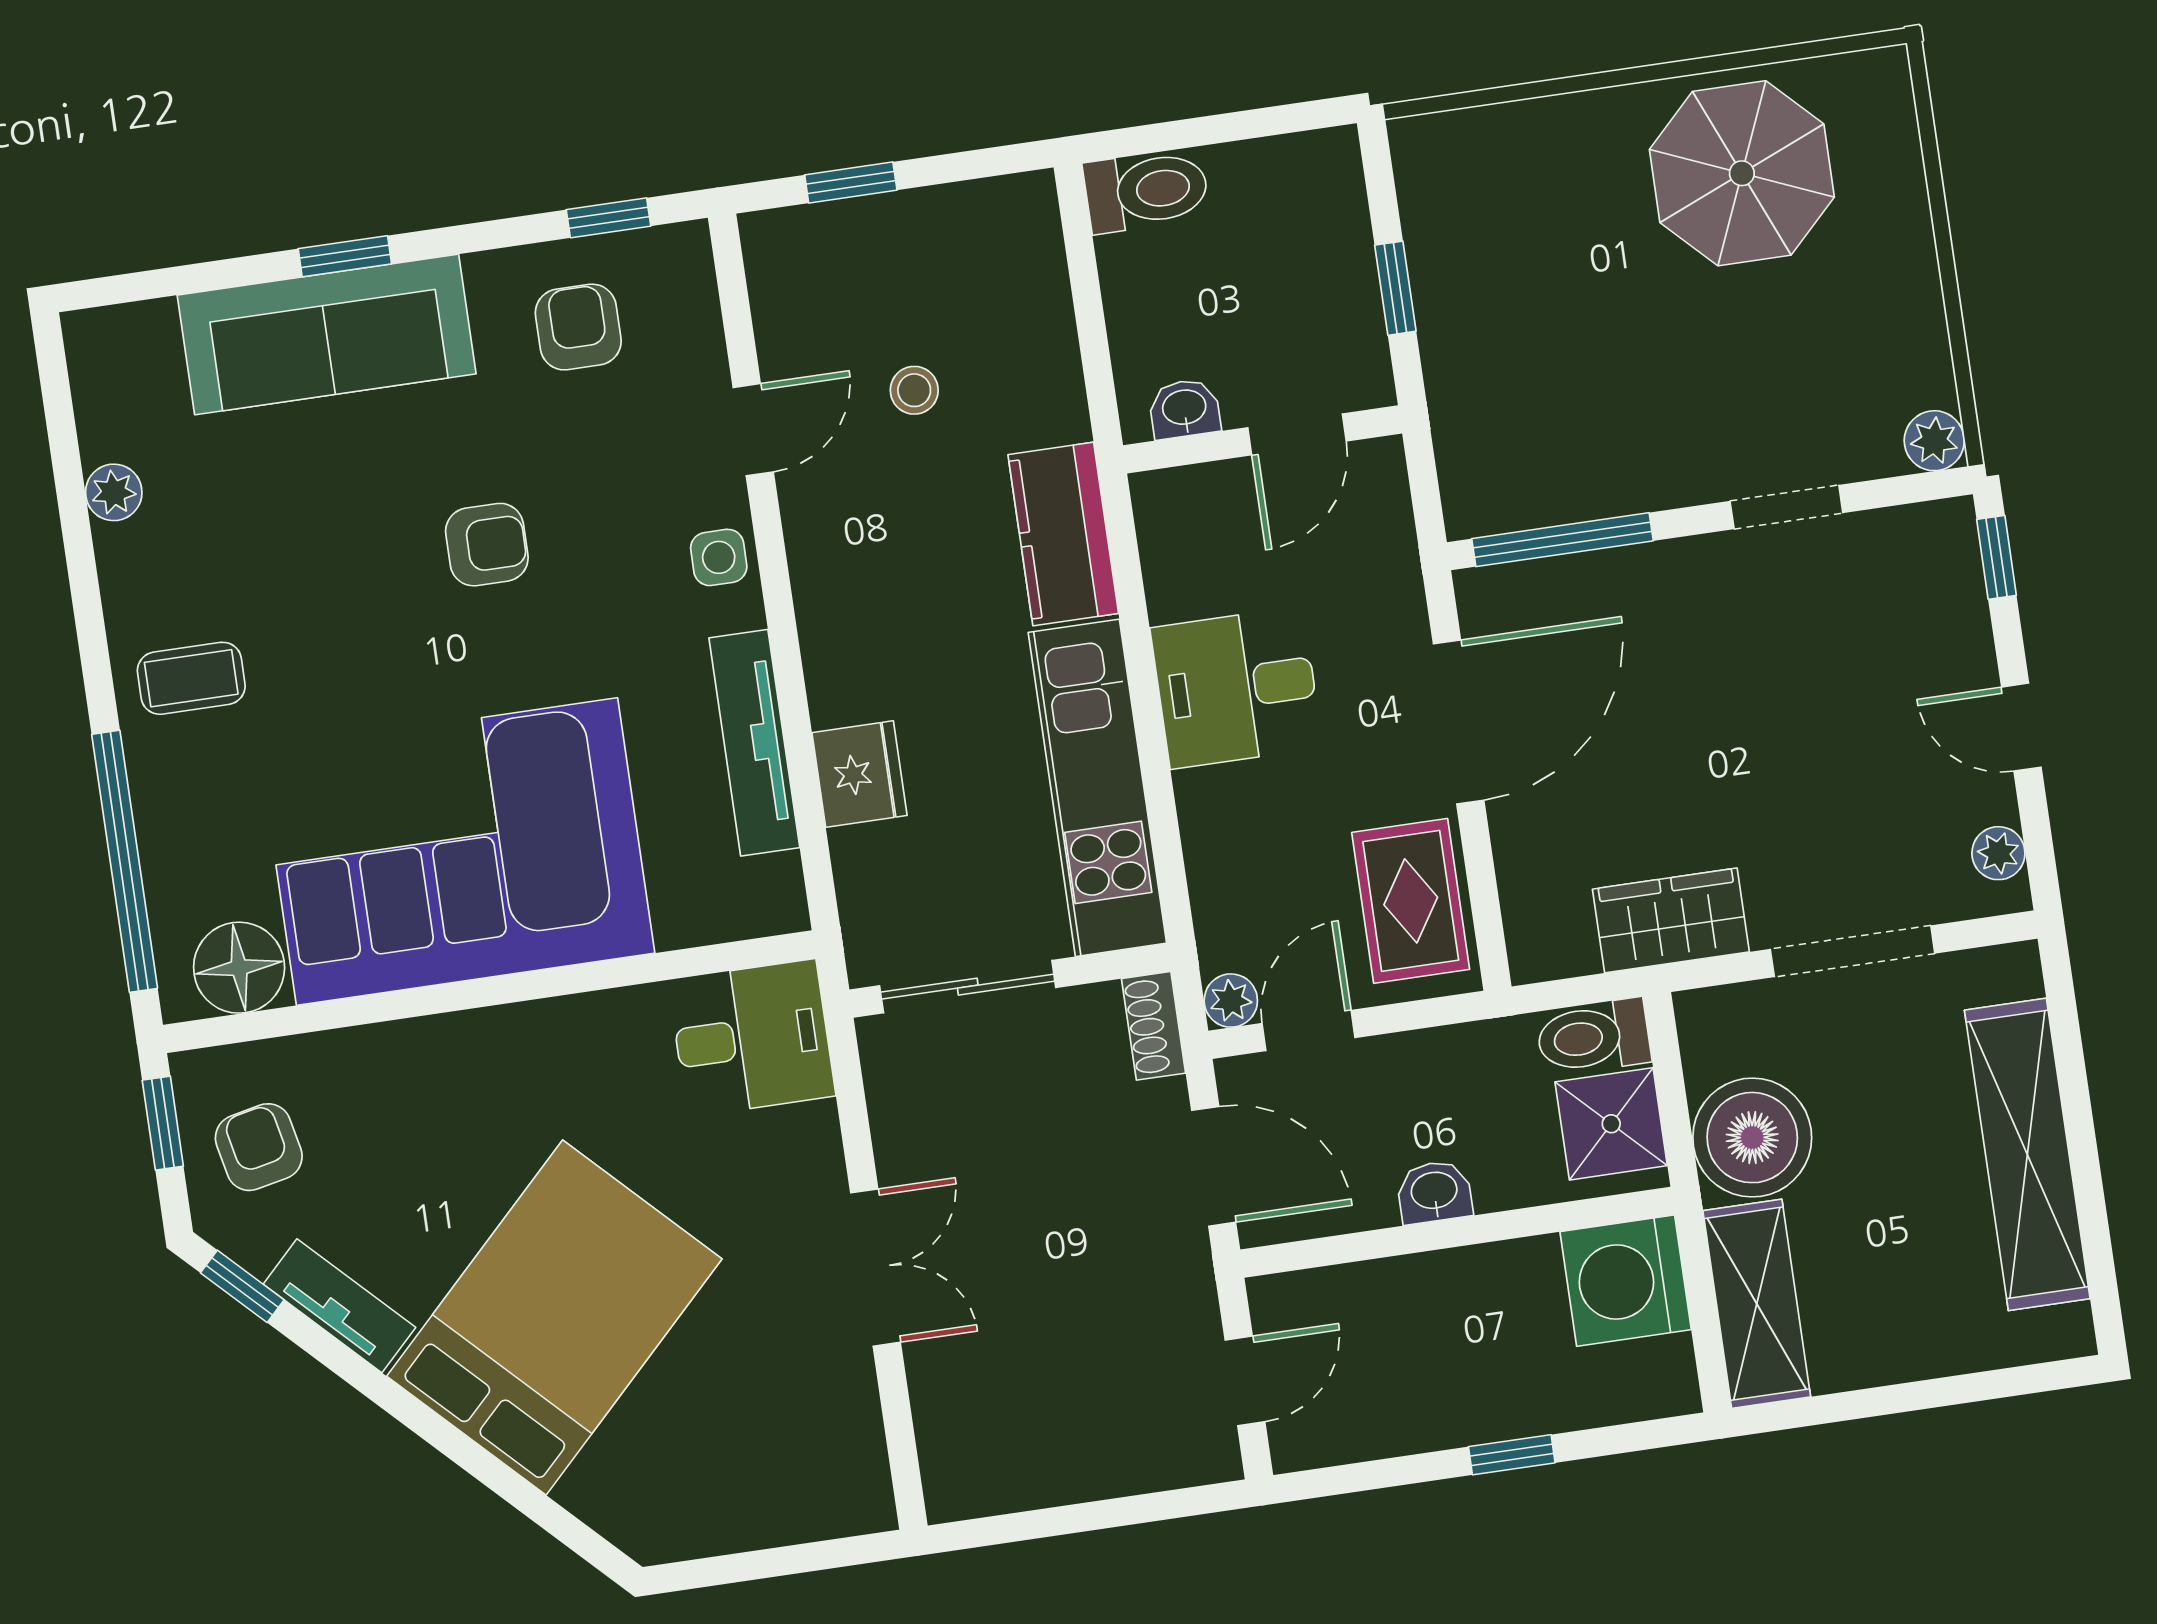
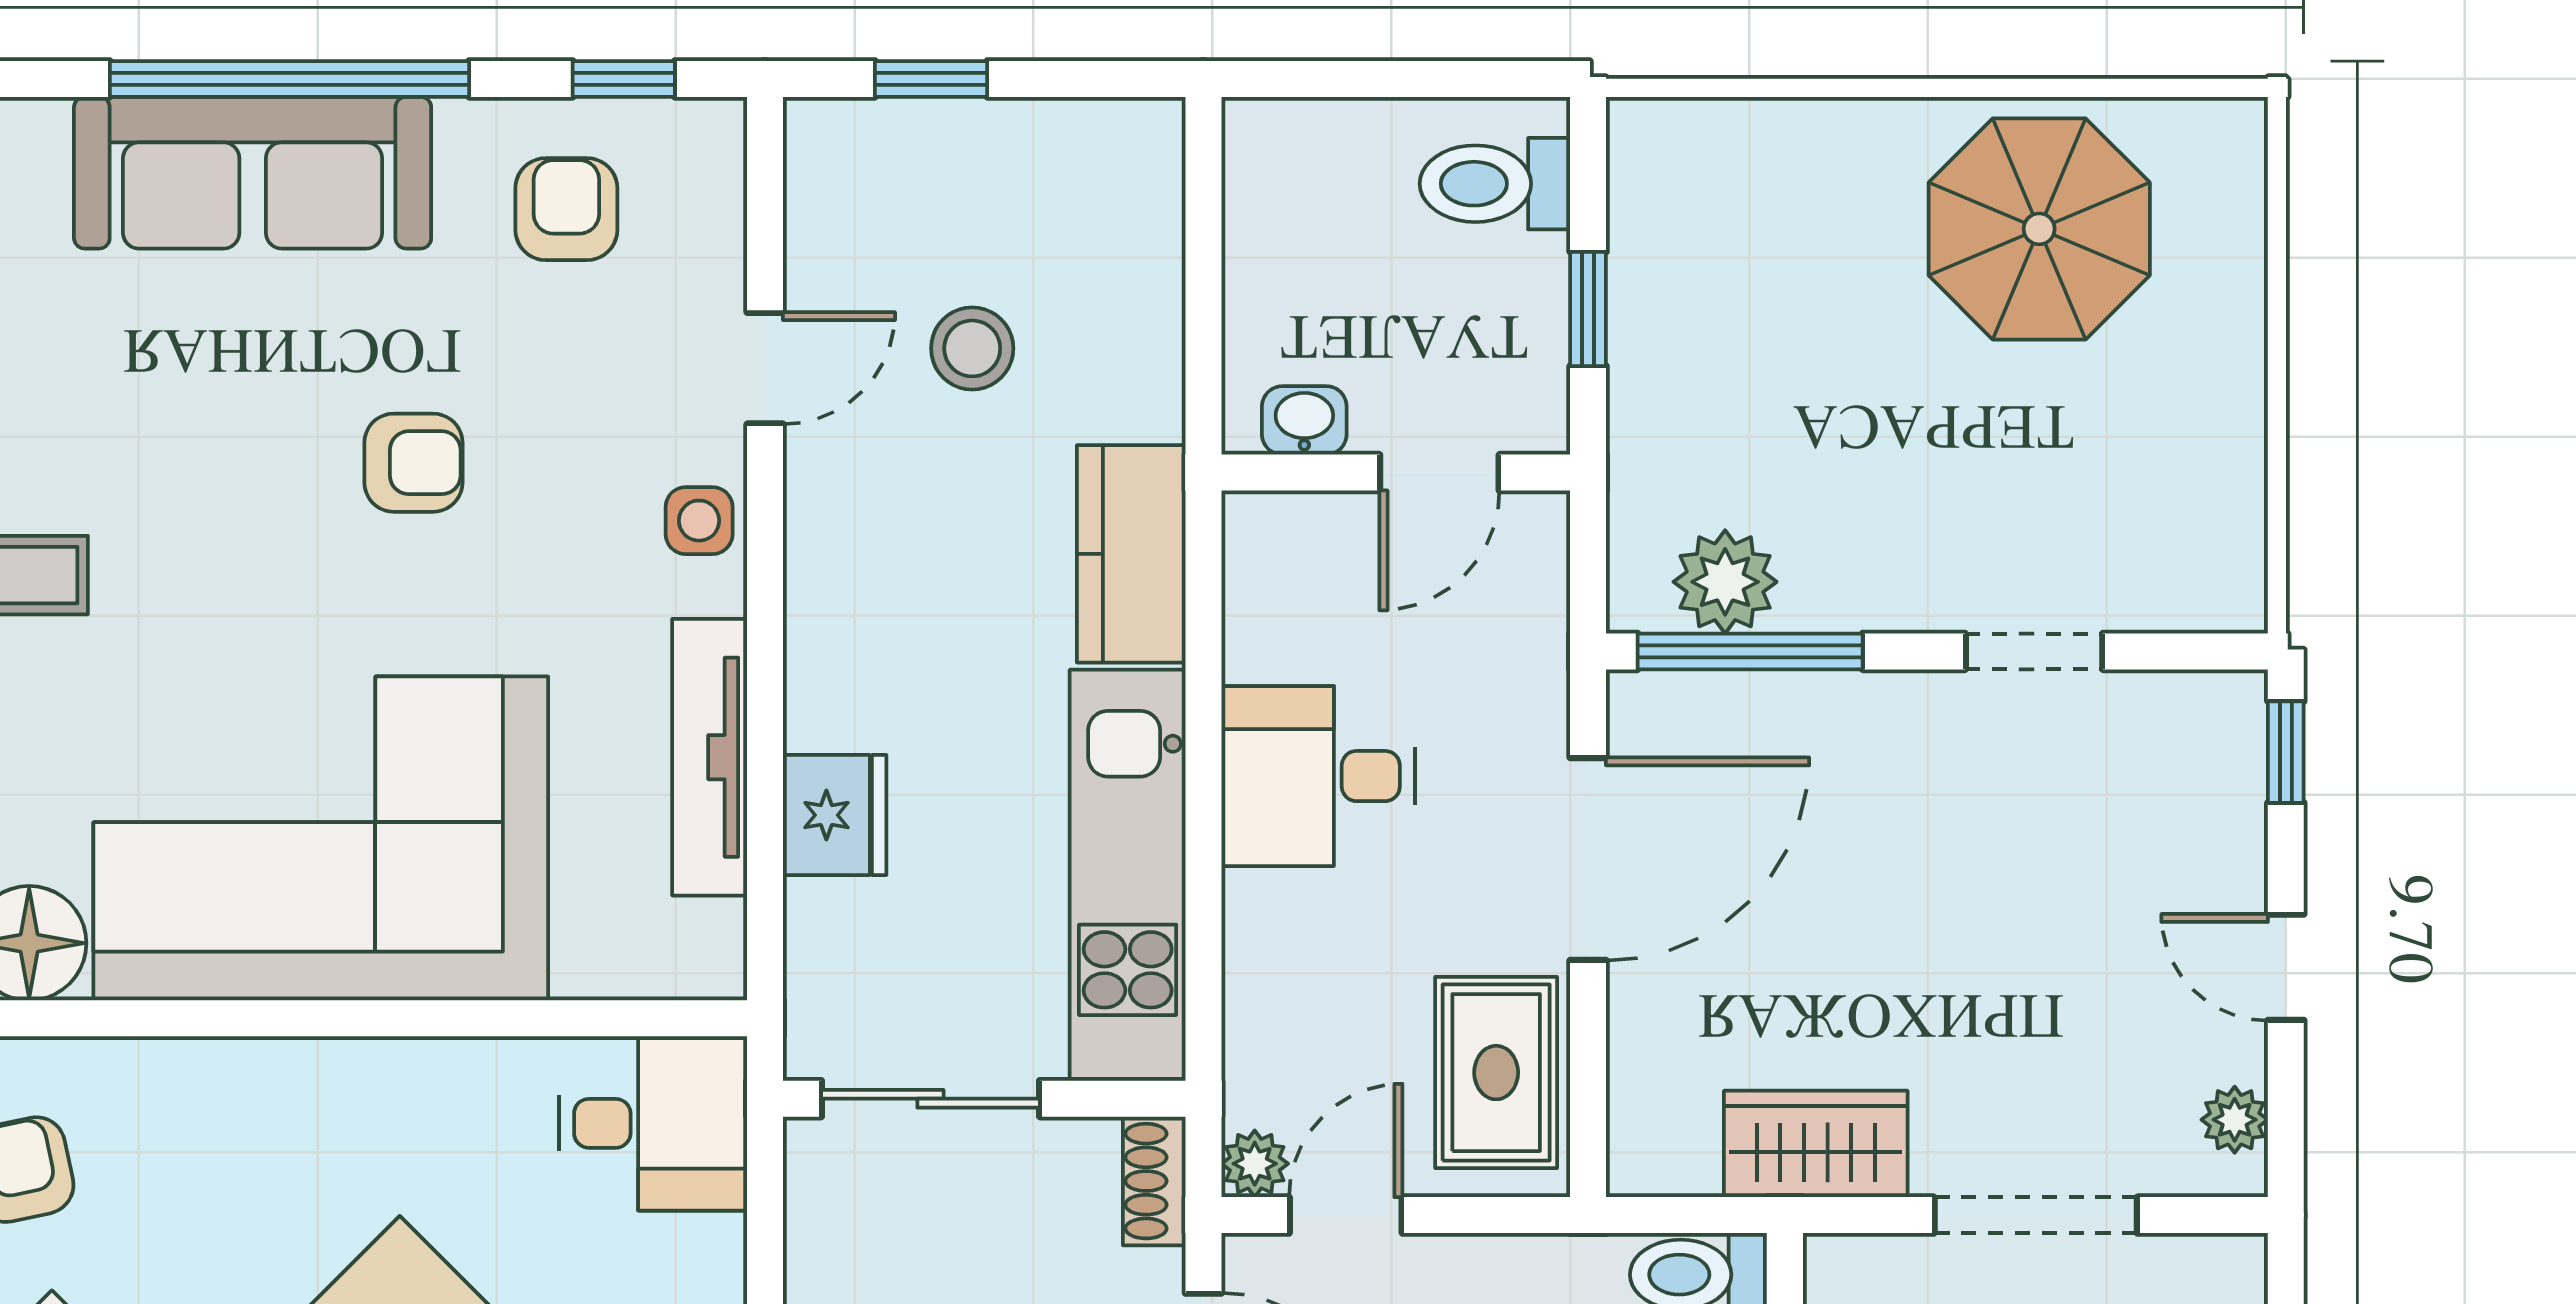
toilet: (1146, 191) -> (1495, 184), moved, turned 180
window: (345, 256) -> (289, 79), width x3.17
stool: (914, 390) -> (972, 348), width x1.37, depth x1.37
plant: (1934, 441) -> (1725, 582), moved, width x1.38, depth x1.38

